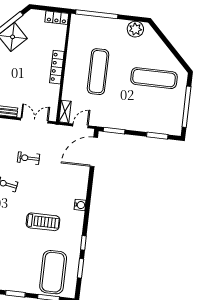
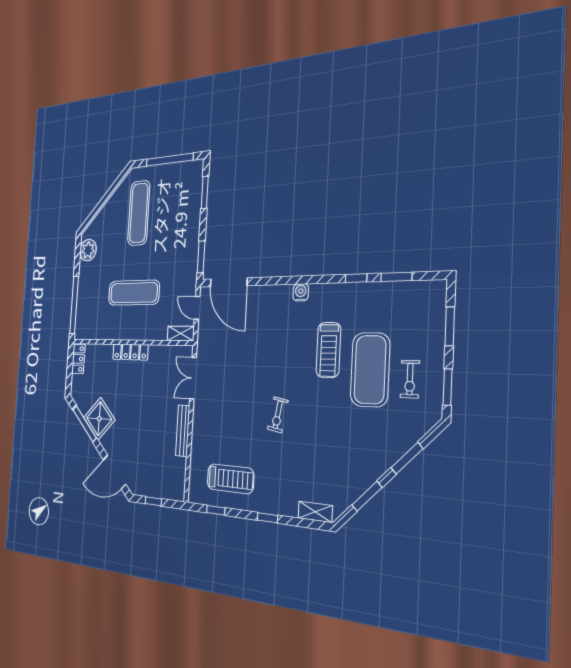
exercise bike: (28, 158) -> (410, 379), moved
treadmill: (43, 222) -> (328, 350), turned 180
exercise mat: (53, 272) -> (370, 370), moved, turned 90

